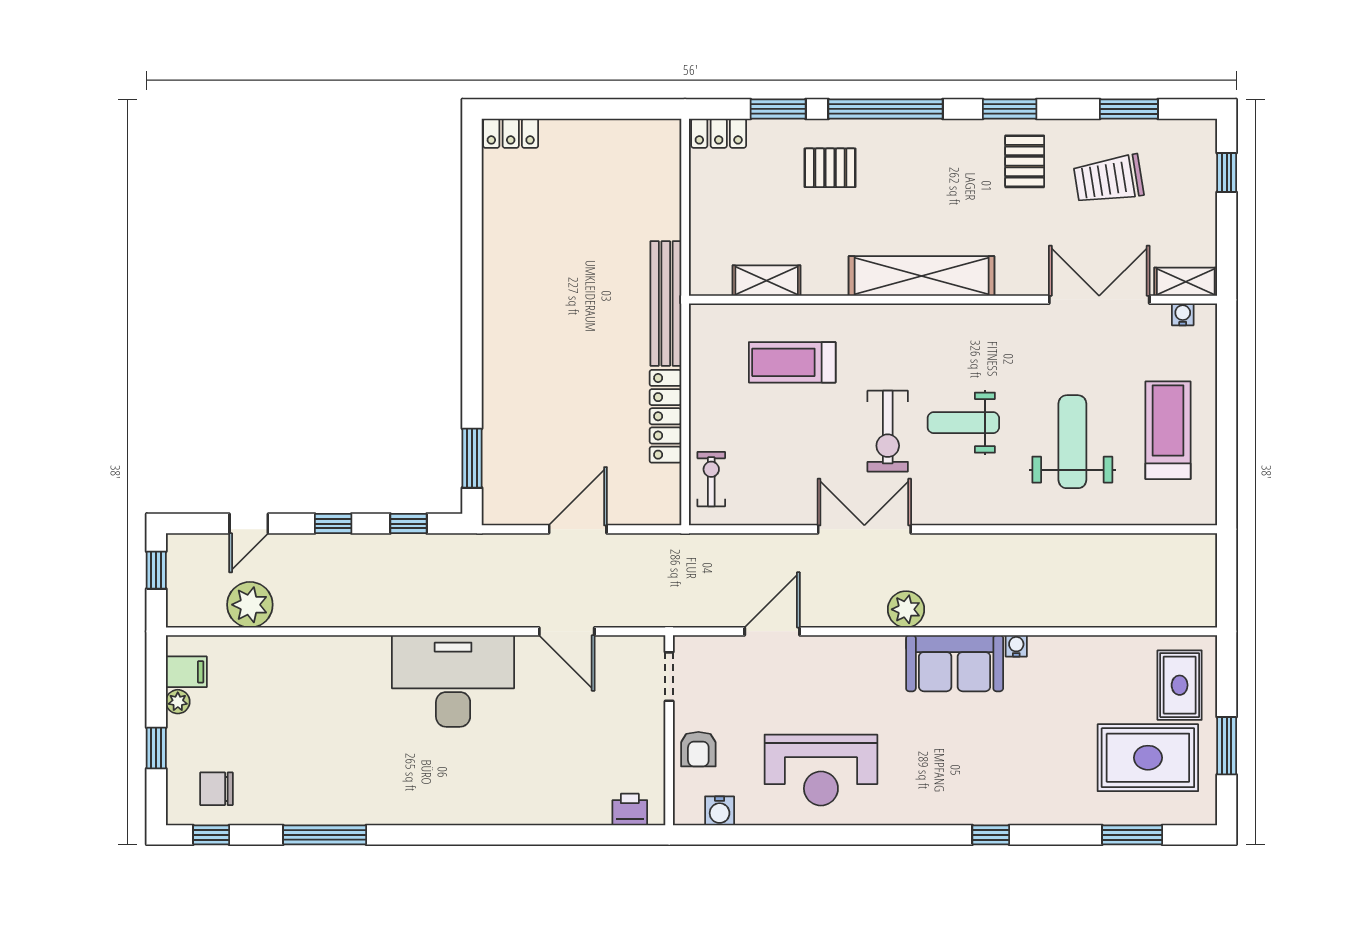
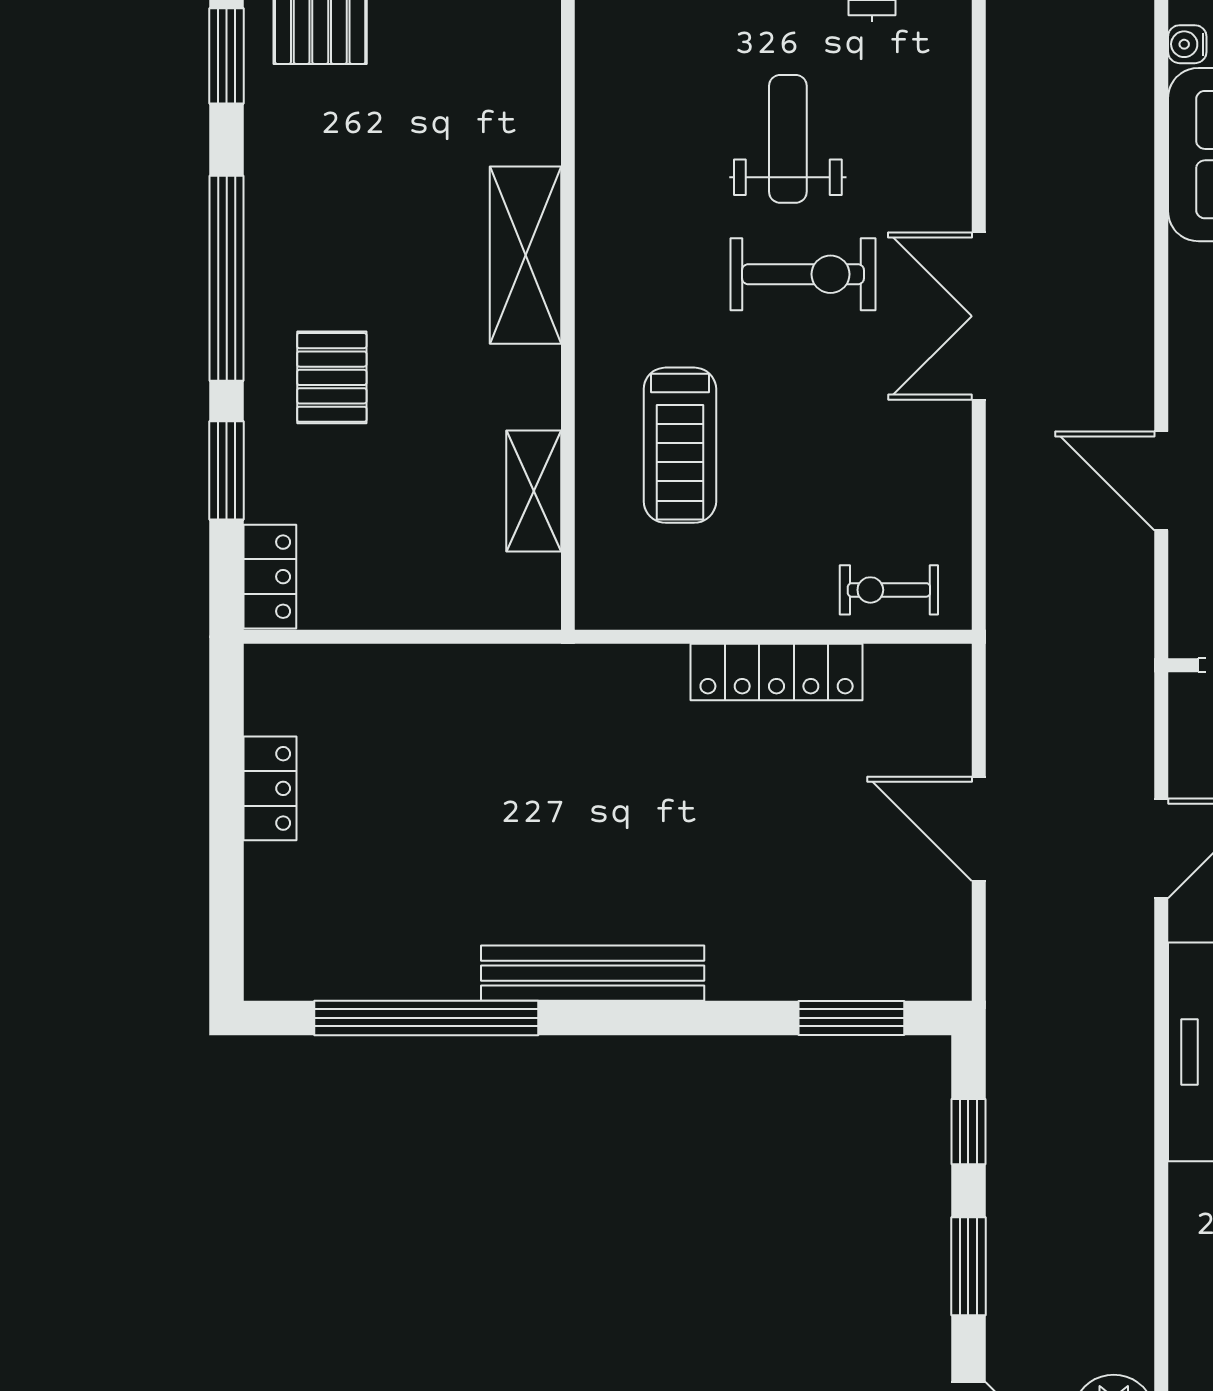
locker: (511, 133) -> (270, 788), moved
window: (472, 221) -> (426, 1018), added
shelving: (922, 276) -> (525, 255), width x0.68
bench: (666, 303) -> (593, 973), moved
weight bench: (963, 423) -> (788, 139), turned 180
window: (333, 524) -> (968, 1266), width x1.50
plant: (906, 609) -> (1122, 241), removed

